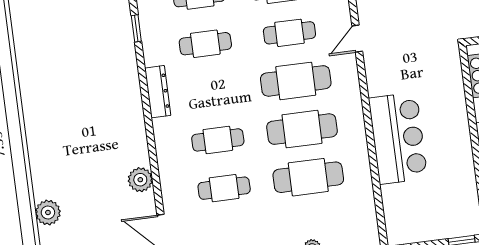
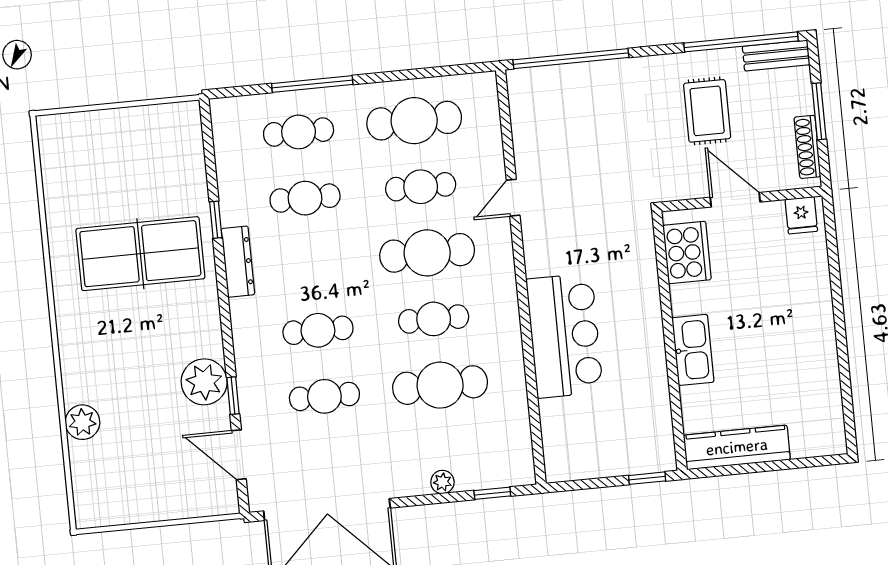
window: (136, 28) -> (216, 220), moved
table tennis table: (86, 88) -> (140, 254), added
cafe table: (302, 129) -> (434, 319), width x0.73, depth x0.74
plant: (140, 180) -> (204, 382), width x1.36, depth x1.36
window: (157, 190) -> (233, 396), added

